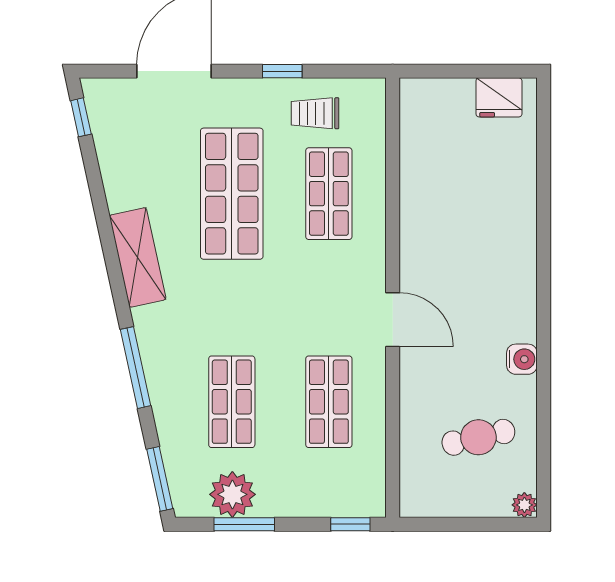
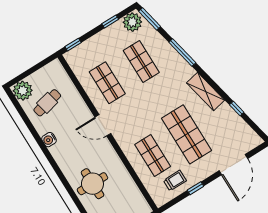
window: (81, 117) -> (237, 108), moved
round table: (489, 213) -> (92, 184), added
plant: (232, 494) -> (132, 22), moved
plant: (524, 505) -> (23, 91), width x1.88, depth x1.88
window: (244, 524) -> (110, 21), width x0.67

